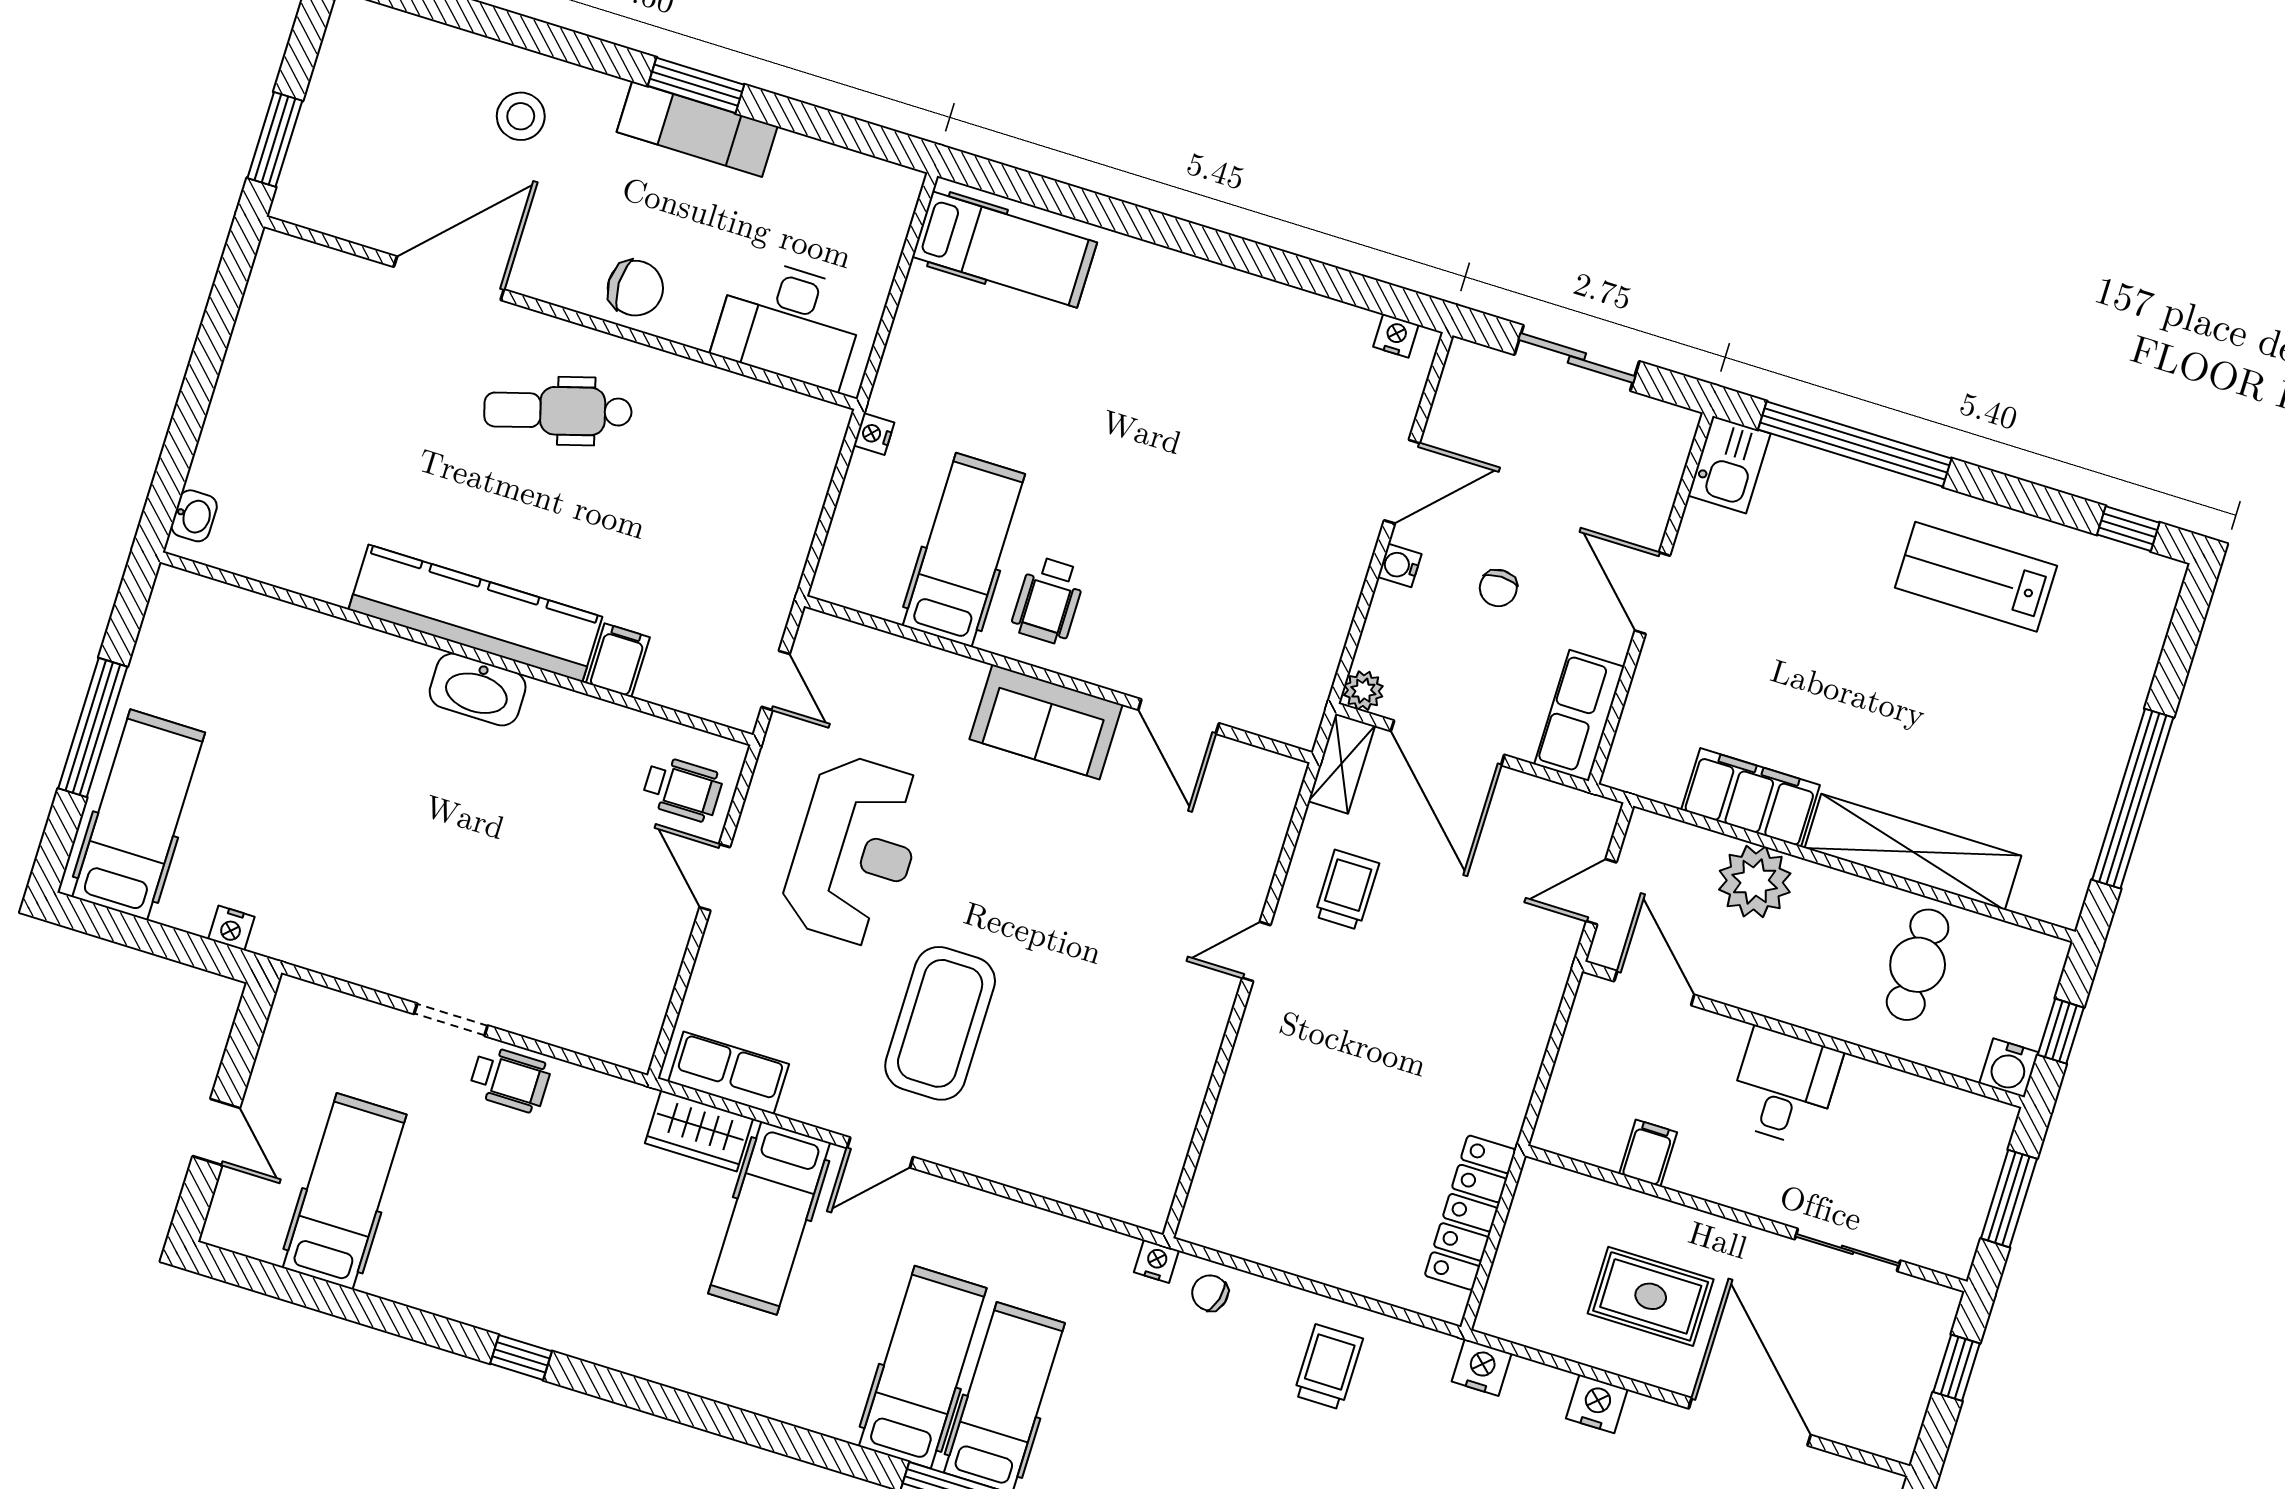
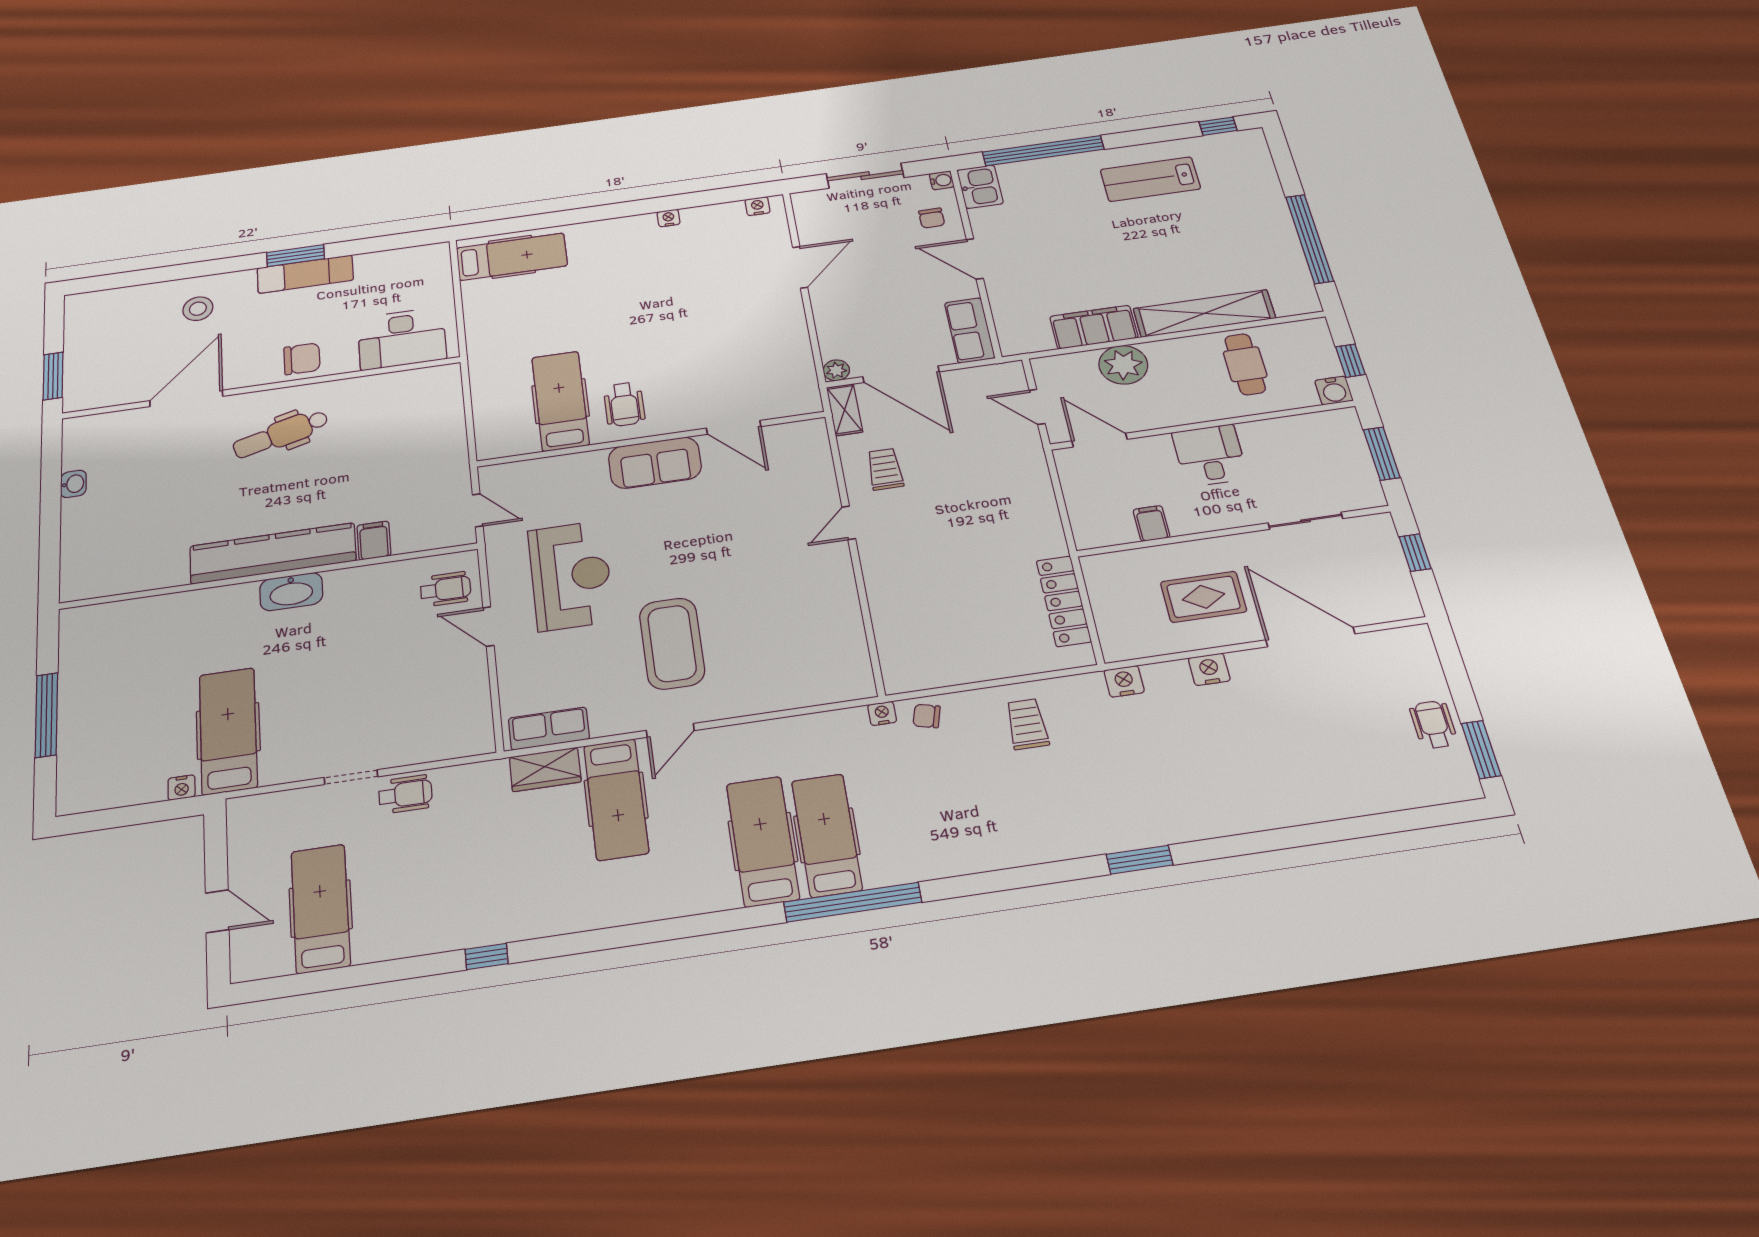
nightstand: (874, 434) -> (669, 218), moved, turned 90
washbasin: (194, 516) -> (73, 484), moved
water cooler: (1400, 565) -> (942, 180), moved, turned 180
chair: (1498, 588) -> (932, 218), moved
hospital bed: (139, 815) -> (228, 731), moved
door: (1601, 892) -> (1037, 407), hinge flipped

